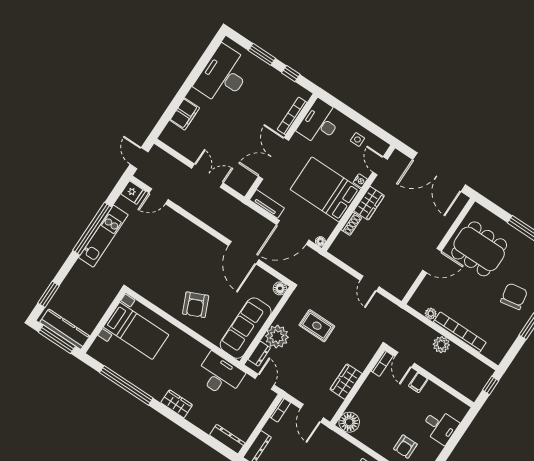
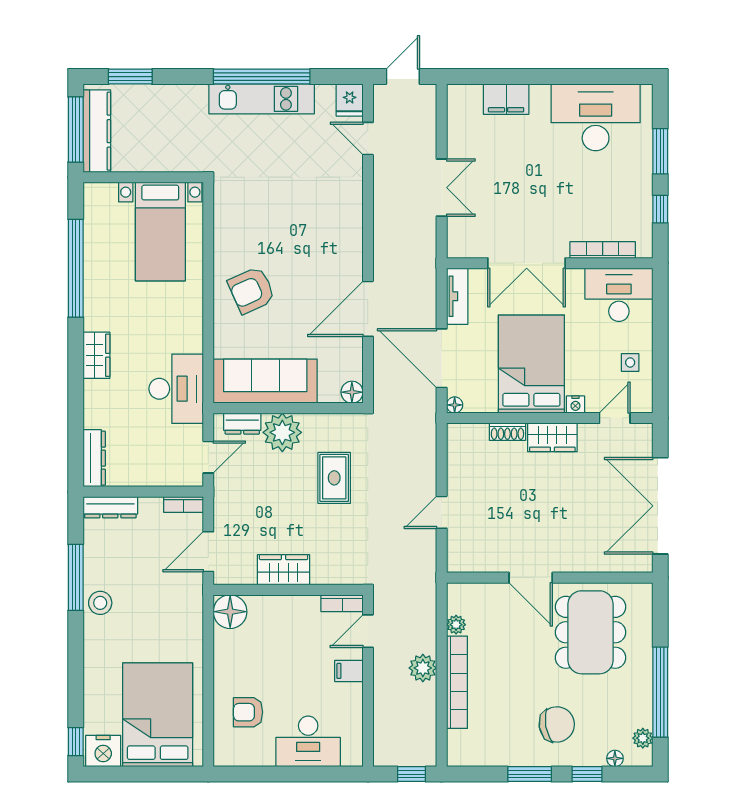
double door: (273, 158) -> (527, 263), swing flipped
desk: (440, 426) -> (308, 741), width x1.37

